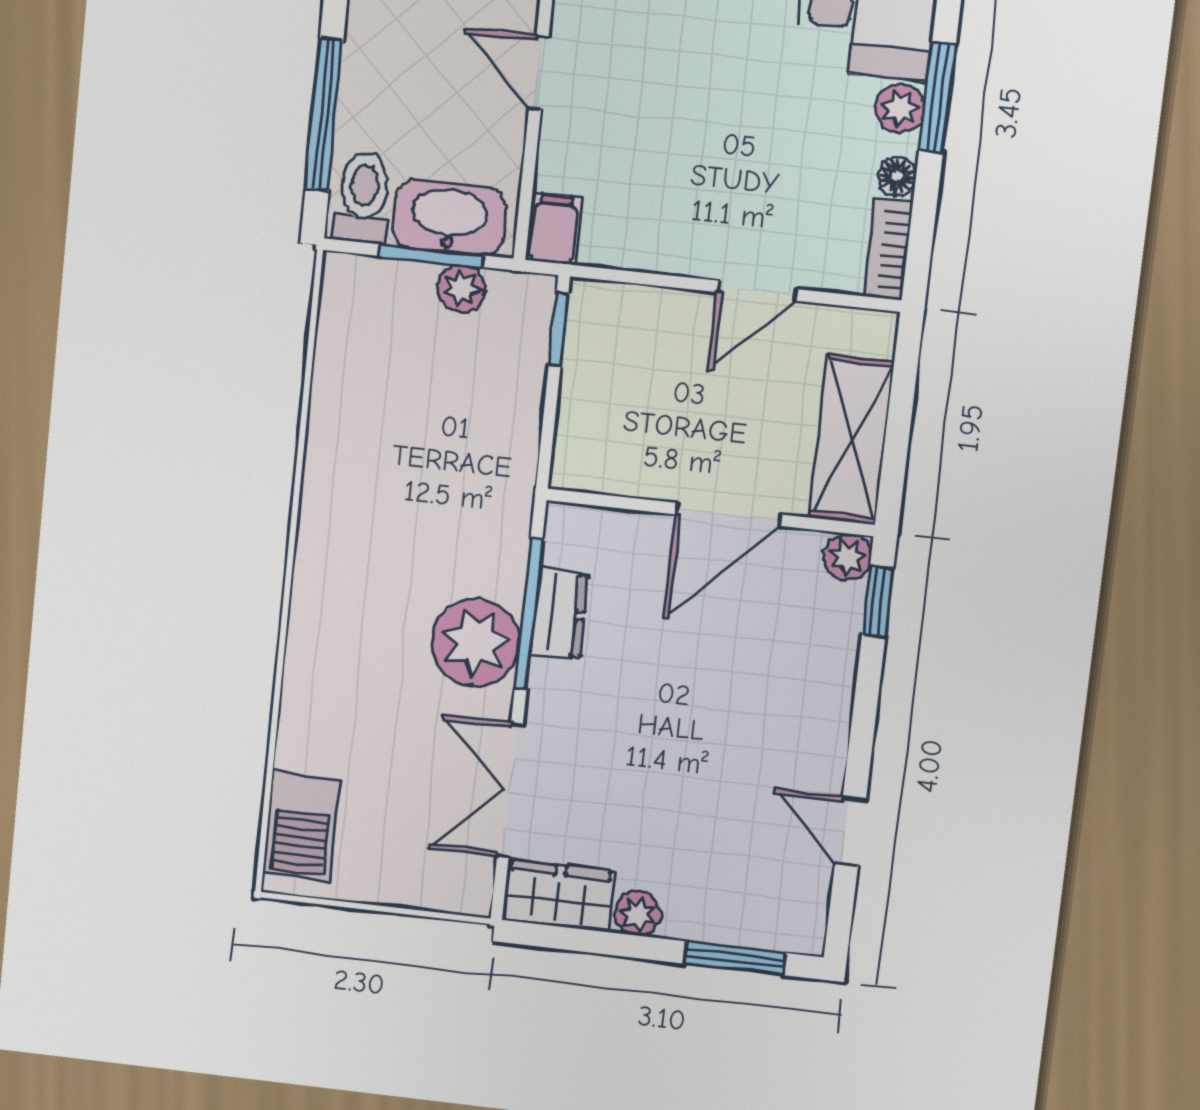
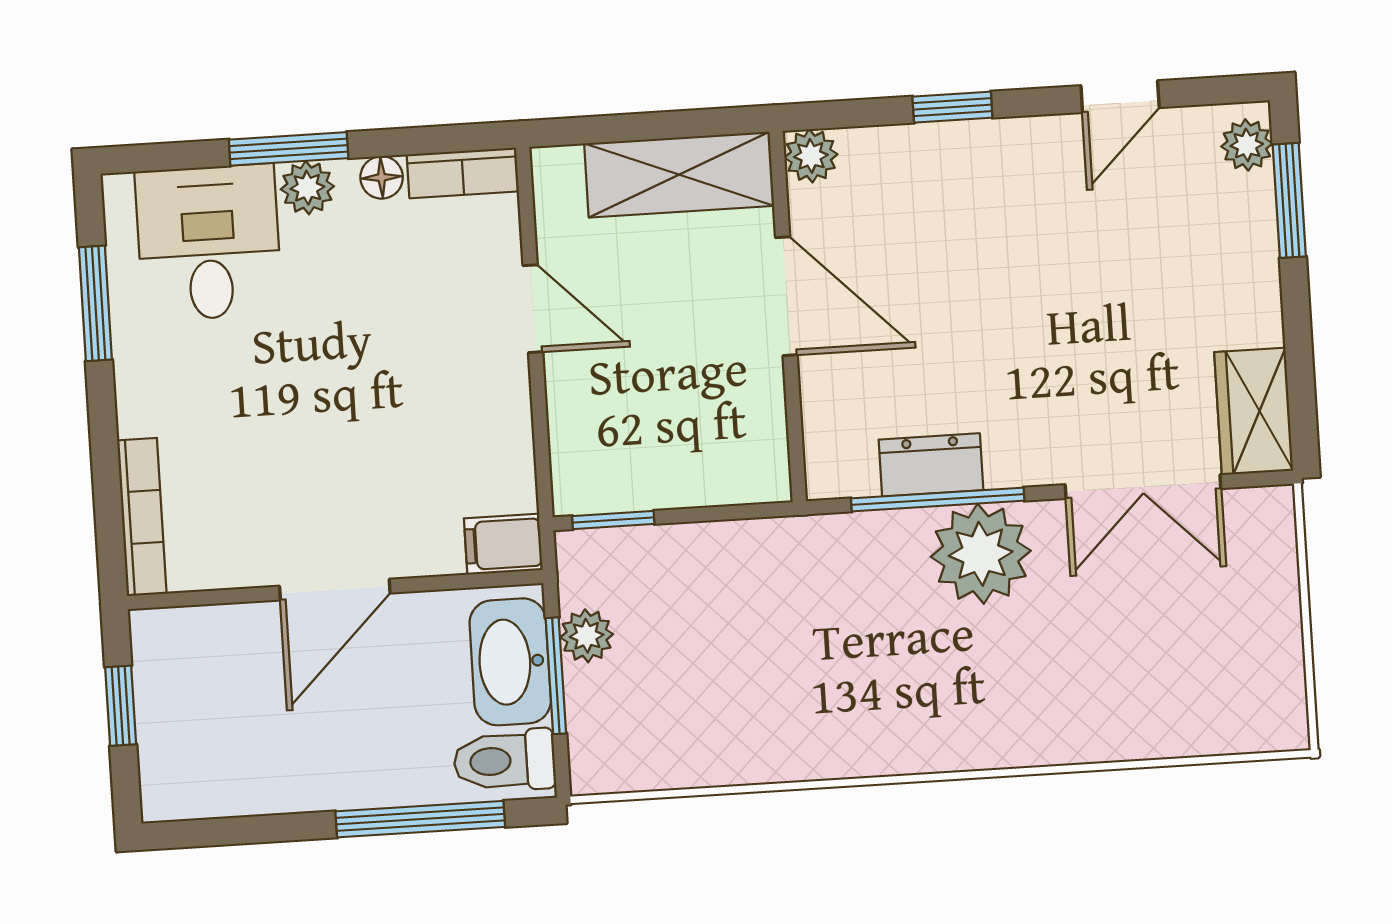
door: (539, 73) -> (335, 590), width x1.38
window: (878, 602) -> (952, 107), moved
barbecue: (302, 827) -> (1227, 716), removed
plant: (638, 914) -> (1247, 145), moved

